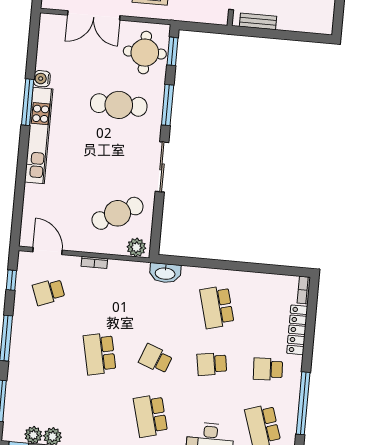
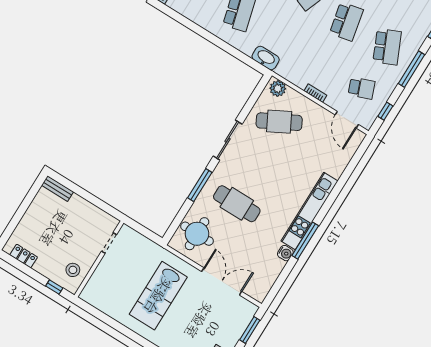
bench: (258, 21) -> (57, 189), moved
window: (172, 51) -> (175, 224), removed
school desk: (43, 349) -> (387, 47), added

